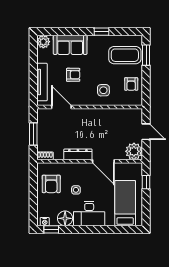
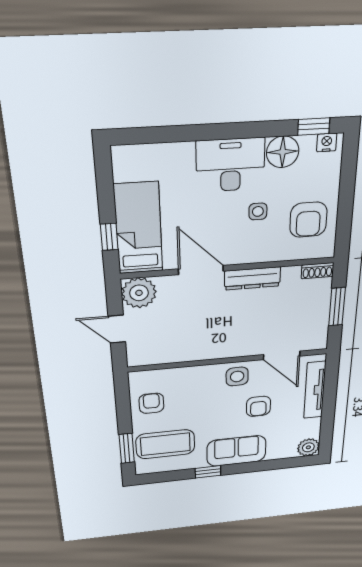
sofa: (70, 45) -> (236, 451), moved
armchair: (73, 75) -> (258, 406), turned -90
side table: (103, 90) -> (237, 376), moved
armchair: (51, 184) -> (308, 220), turned 180
bed: (125, 203) -> (139, 229), moved, turned 180

